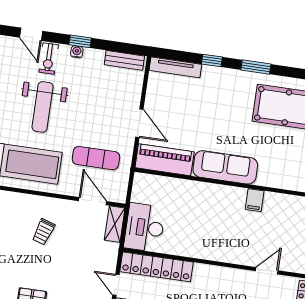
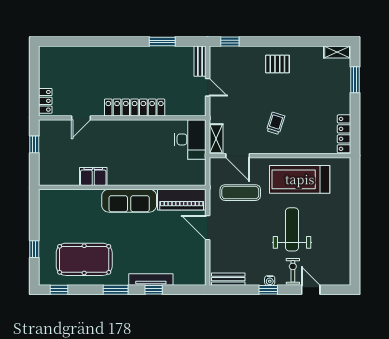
tv unit: (175, 67) -> (151, 280), moved
filing cabinet: (255, 200) -> (93, 176), width x2.00
locker: (157, 267) -> (135, 107), moved

